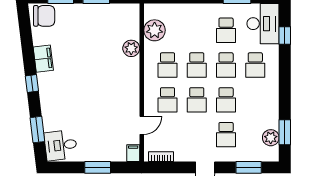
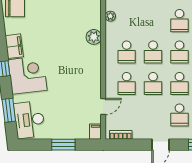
plant: (155, 30) -> (110, 16), width x0.53, depth x0.53
corner desk: (58, 90) -> (28, 75), added
desk: (61, 145) -> (29, 120), width x1.37

